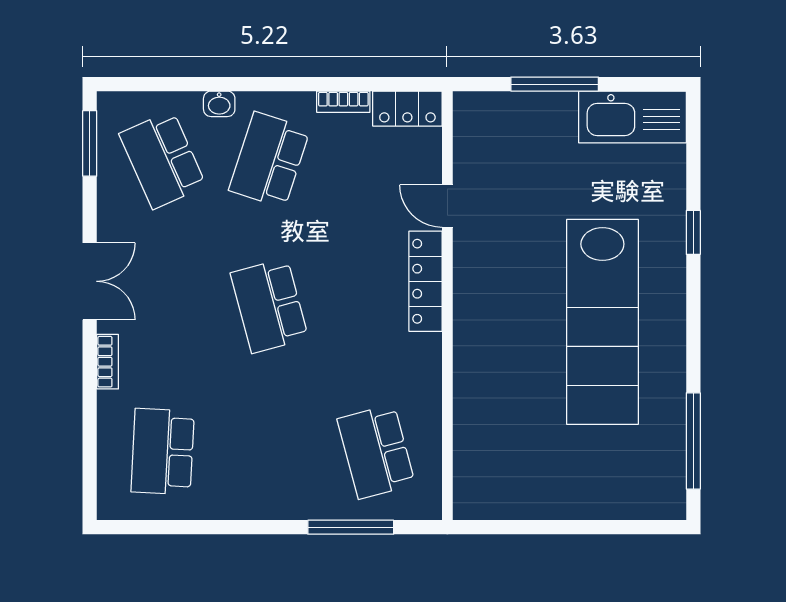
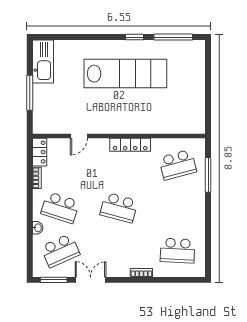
window: (693, 232) -> (135, 37), moved
double door: (90, 281) -> (91, 280), moved
locker: (425, 281) -> (130, 145), moved
school desk: (269, 306) -> (119, 208), turned 30

